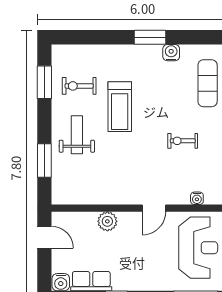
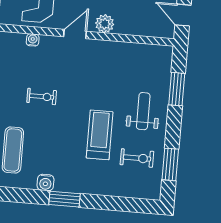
weight bench: (77, 135) -> (143, 111), turned 180
plant: (107, 221) -> (105, 24), moved

